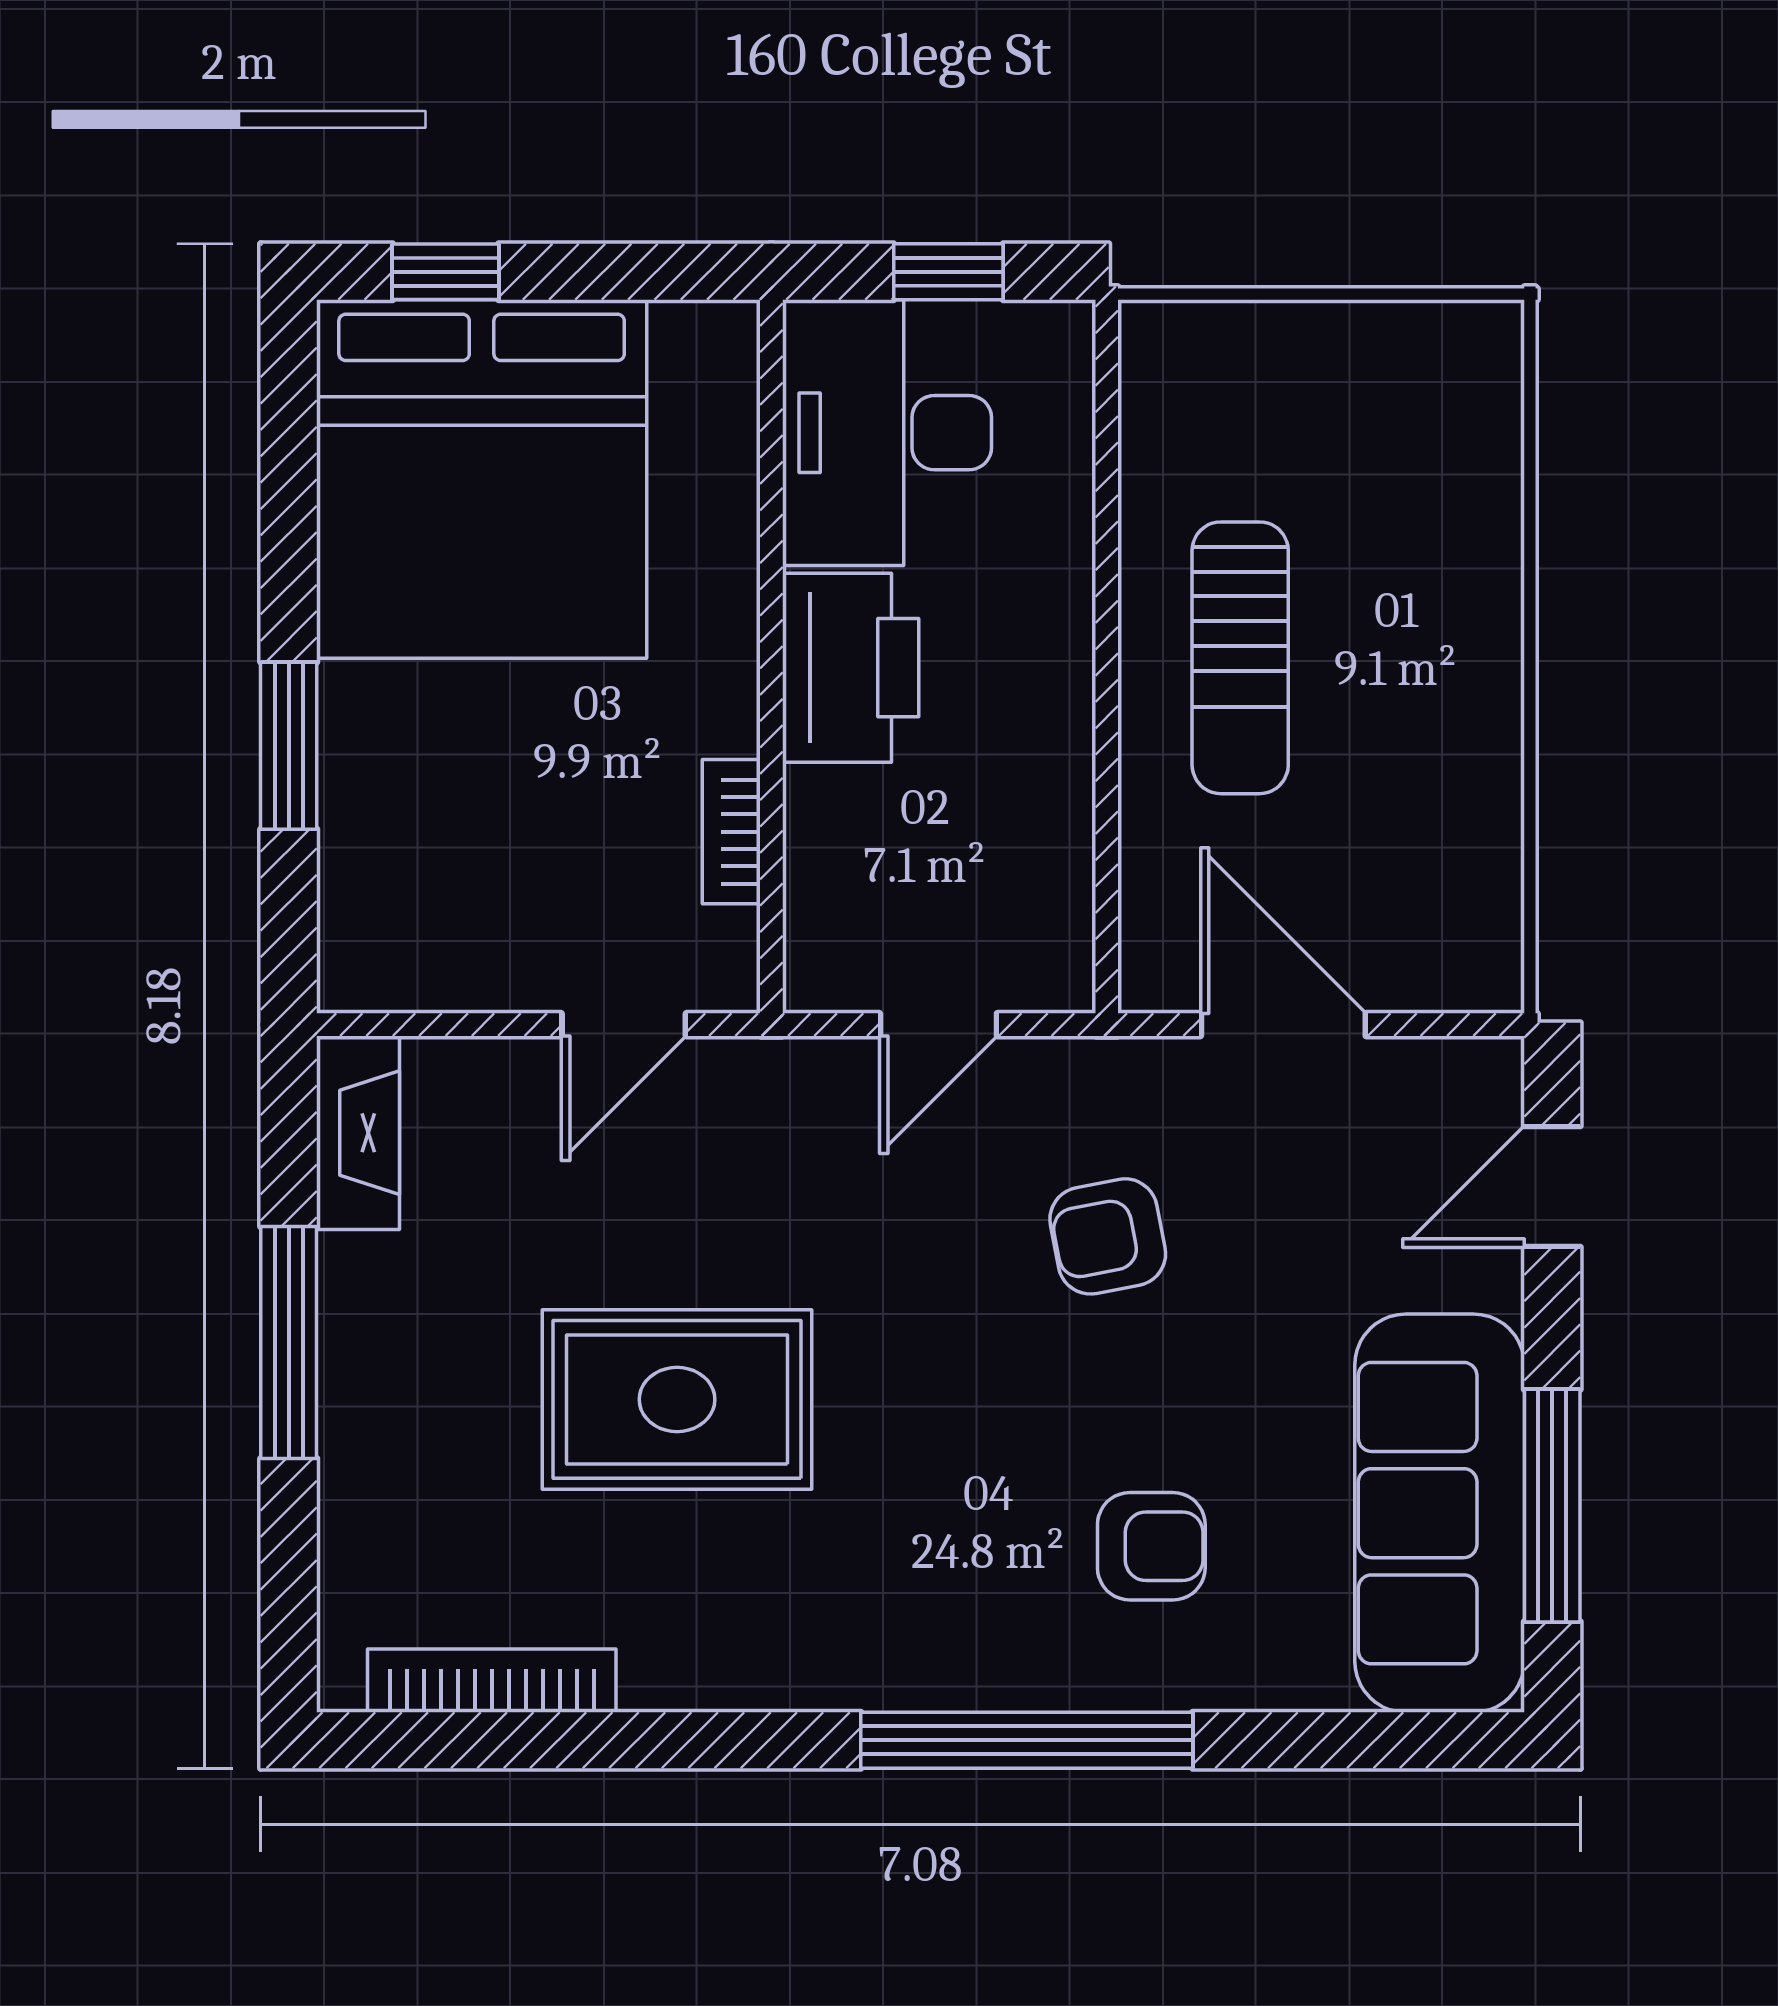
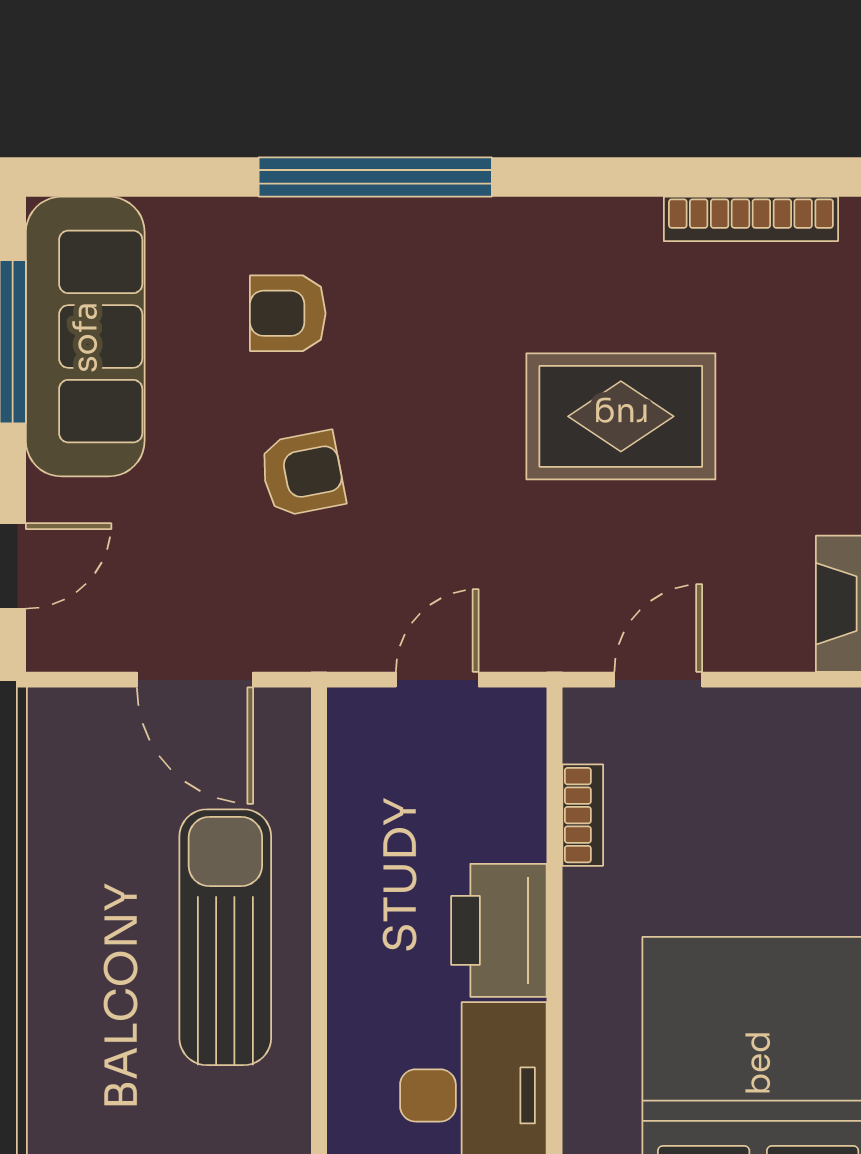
sun lounger: (1240, 658) -> (225, 937), width x1.36, depth x1.34
armchair: (1108, 1236) -> (302, 474), moved

